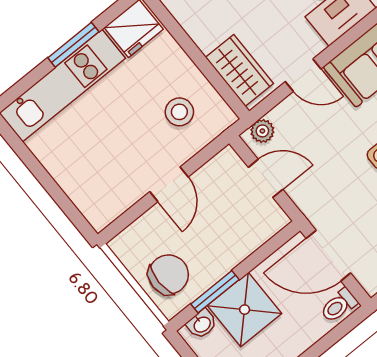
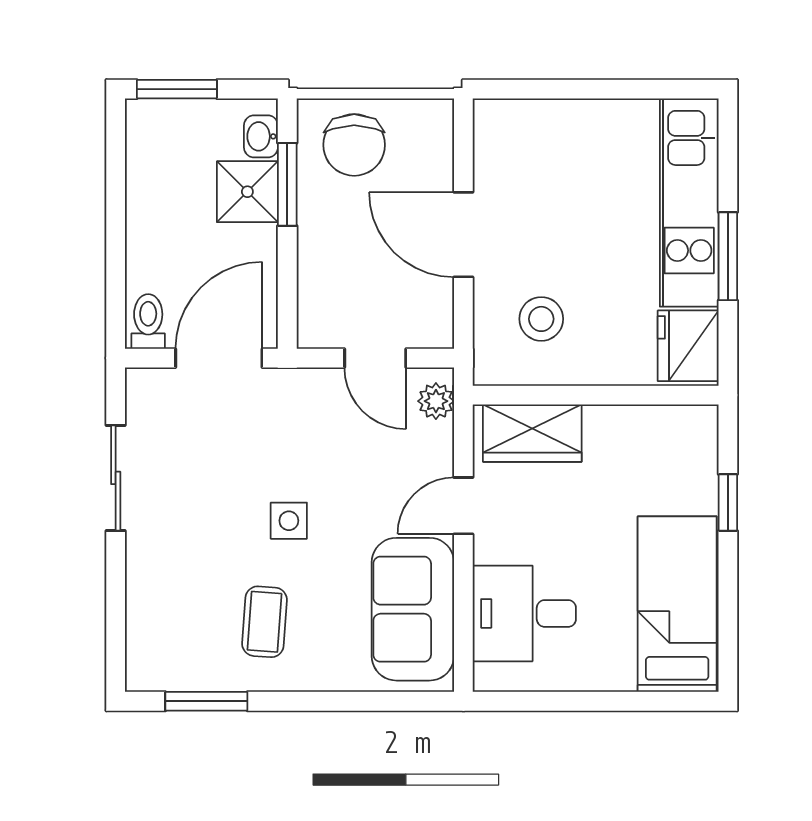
door: (266, 178) -> (375, 358), hinge flipped
door: (169, 184) -> (463, 235), width x1.38
shower: (245, 310) -> (247, 192), width x0.73, depth x0.73

